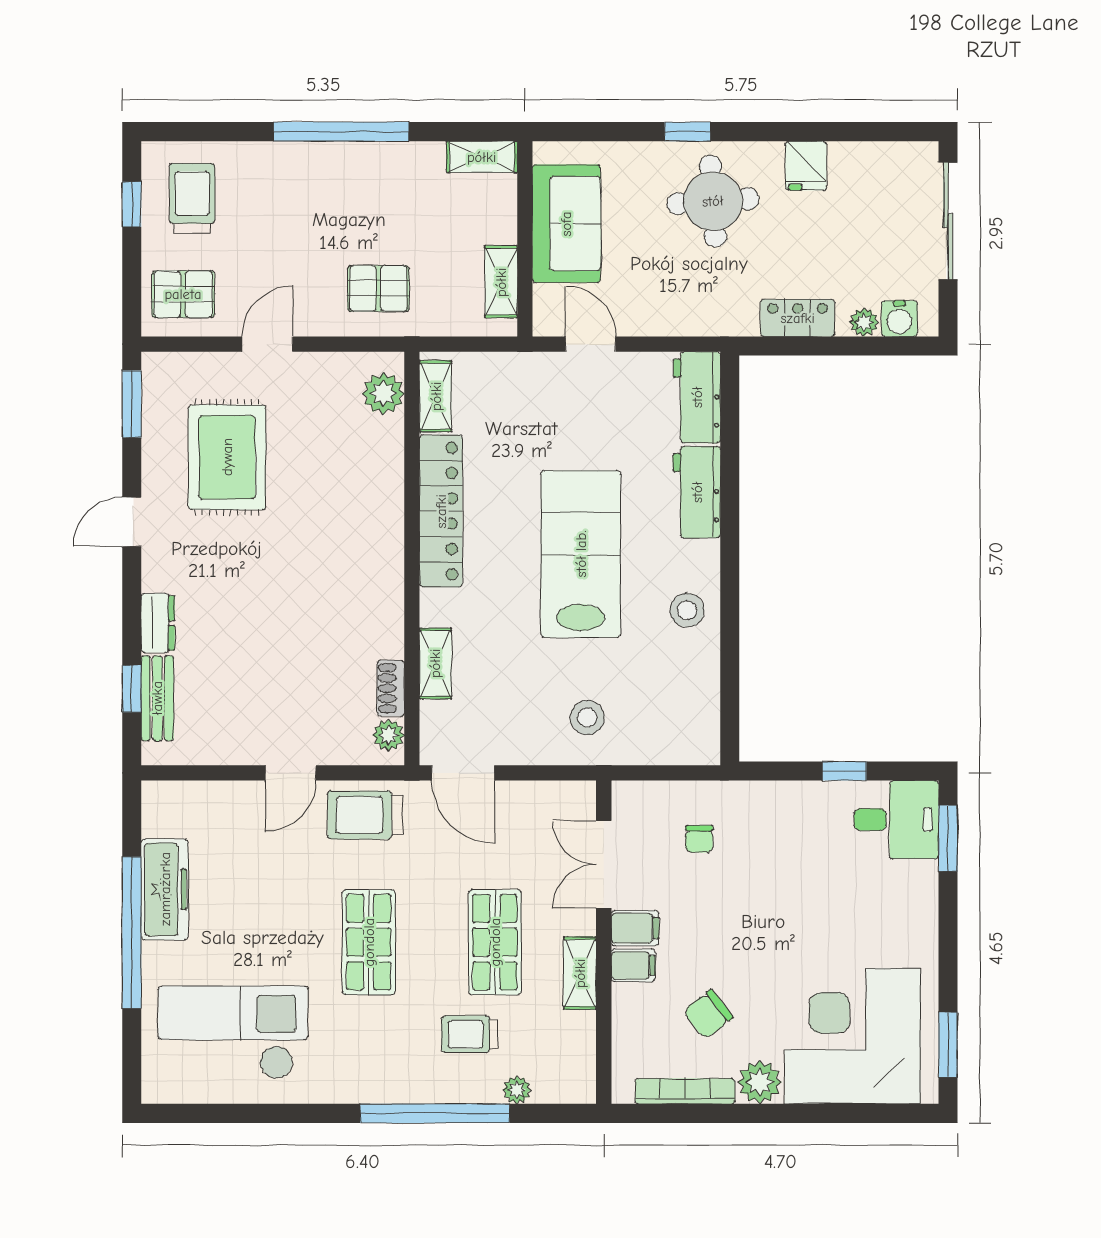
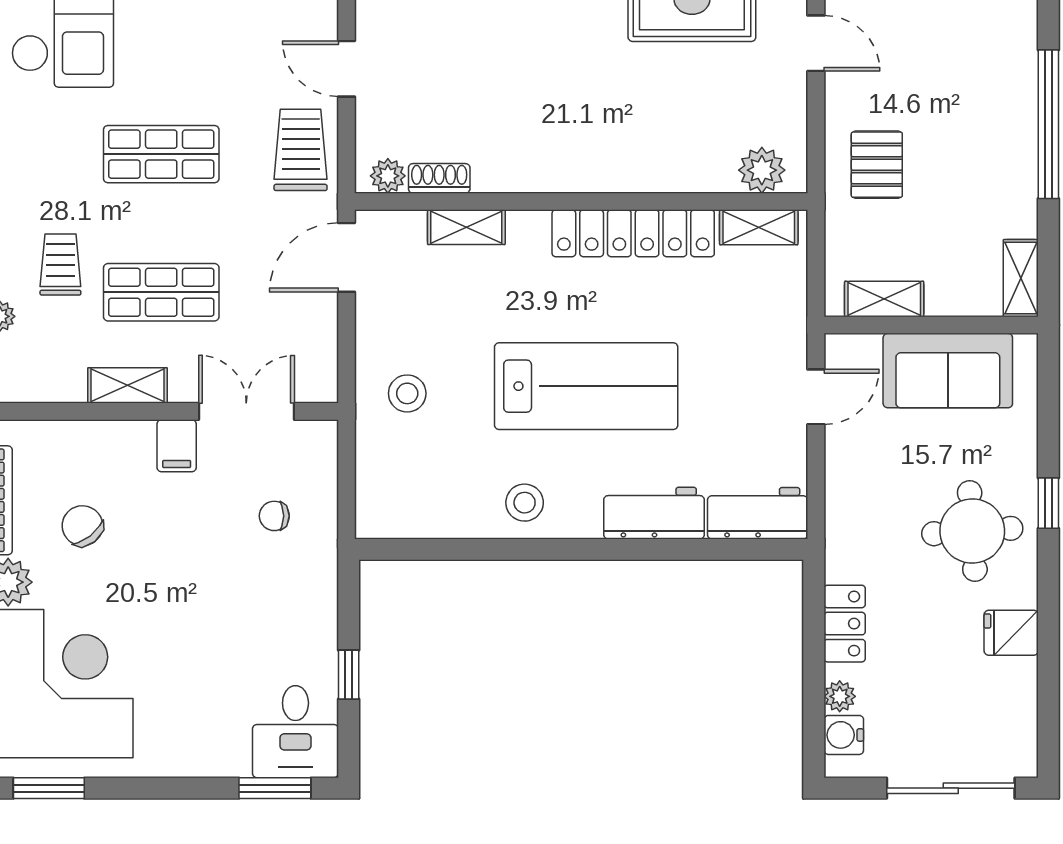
filing cabinet: (633, 965) -> (136, 444), removed

